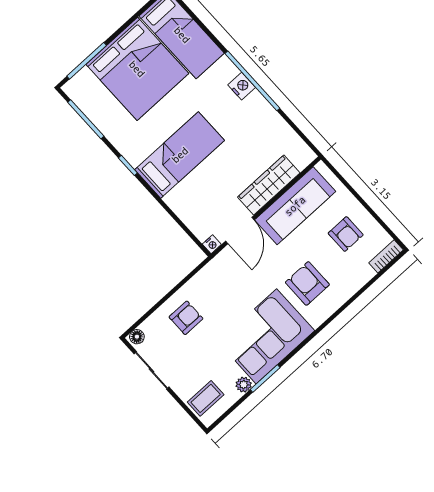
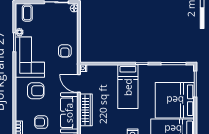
armchair: (186, 318) -> (65, 51), moved

